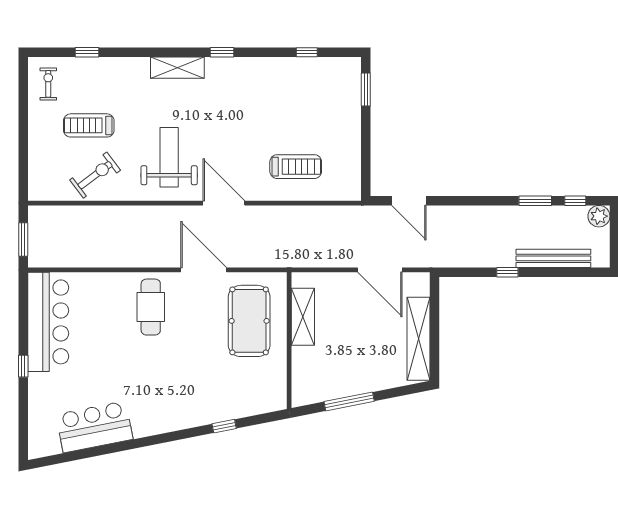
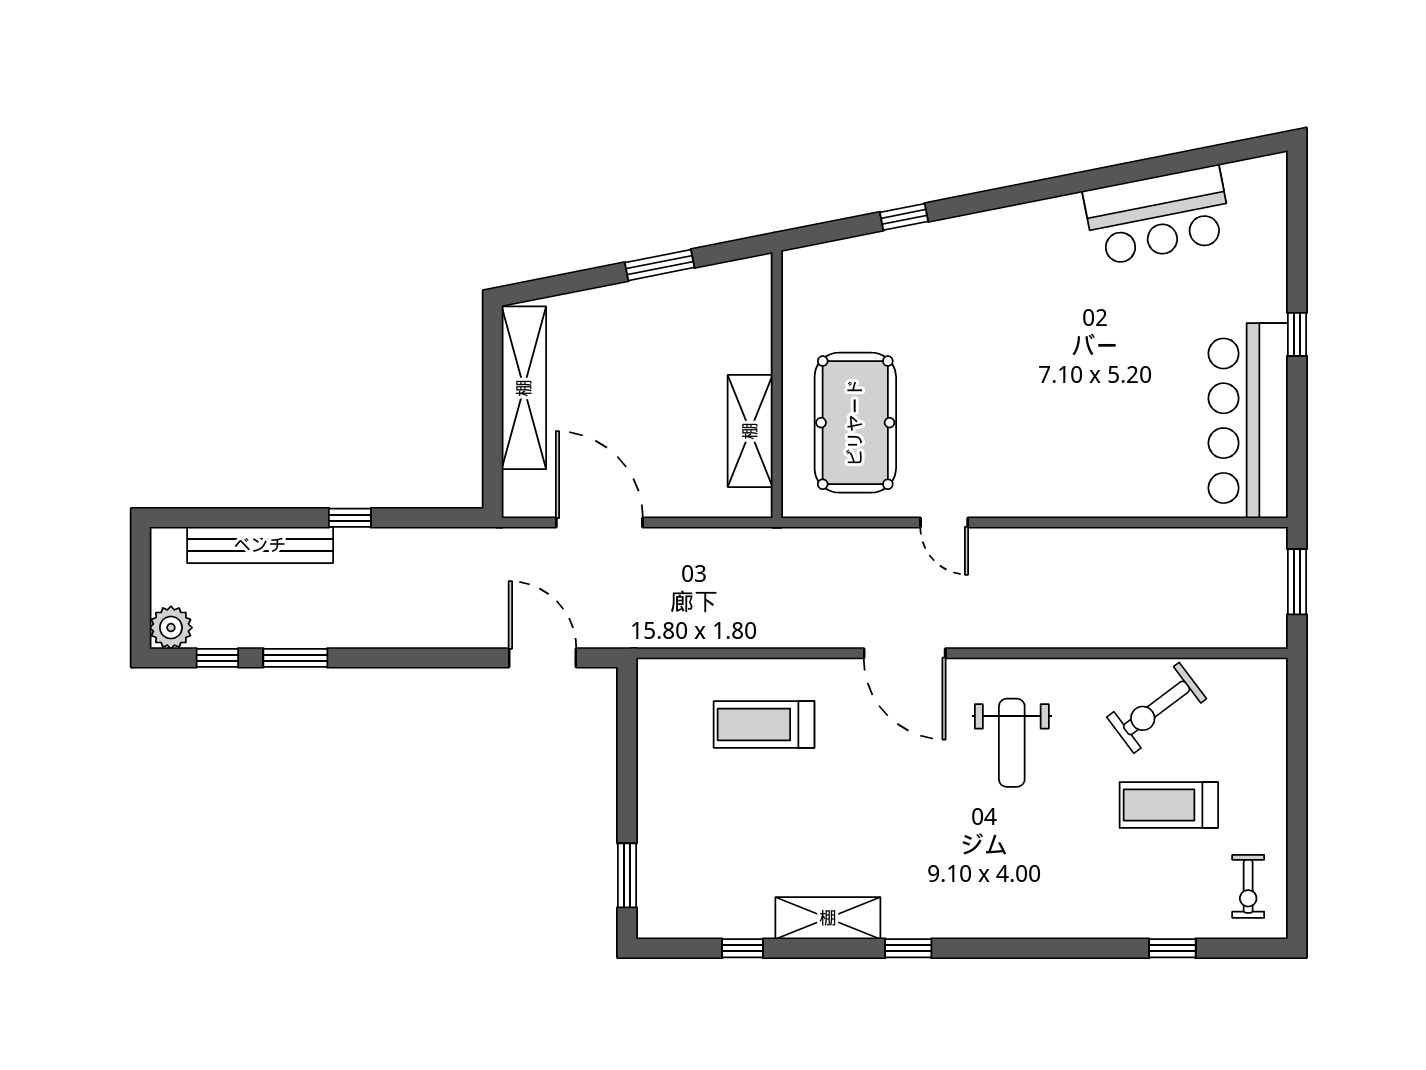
shelving: (177, 68) -> (828, 918), moved
treadmill: (89, 125) -> (1169, 805), turned 180
weight bench: (169, 157) -> (1012, 743), width x0.73, depth x0.75
door: (204, 270) -> (944, 522), width x0.53
cafe table: (151, 307) -> (1048, 450), removed
window: (349, 401) -> (660, 265), width x0.69

